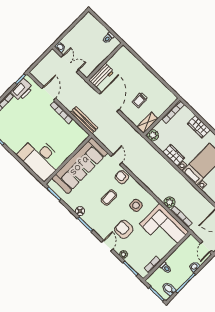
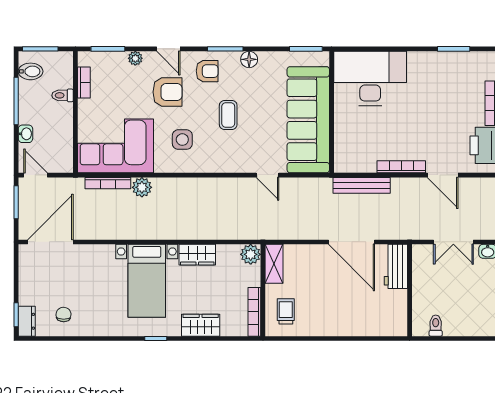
trolley: (140, 100) -> (286, 311), moved
armchair: (122, 177) -> (207, 71), moved

